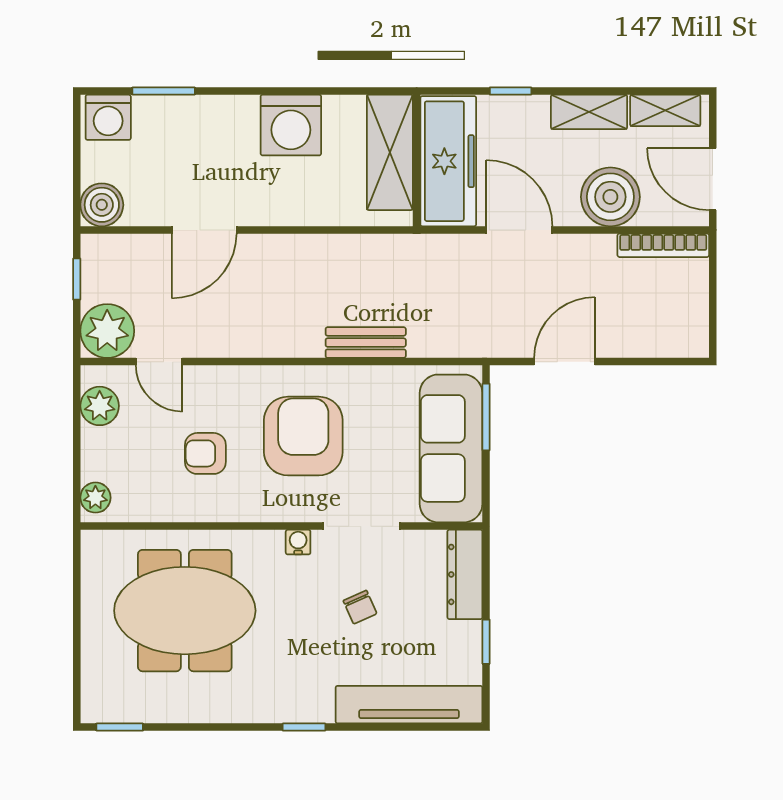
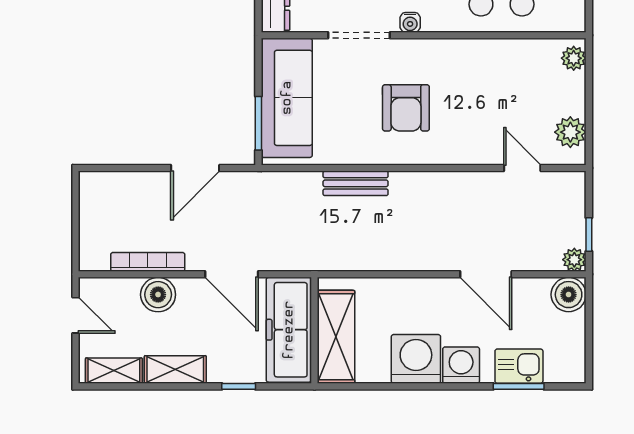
kitchen sink: (163, 116) -> (519, 366), added
washing machine: (108, 117) -> (461, 365), moved
door: (713, 179) -> (75, 315), width x0.73
boiler: (610, 197) -> (158, 295), width x0.73, depth x0.73
door: (204, 230) -> (486, 274), swing flipped
bookcase: (663, 245) -> (148, 262), moved
plant: (107, 331) -> (574, 260), moved, width x0.53, depth x0.53
armchair: (303, 436) -> (406, 108), width x0.73, depth x0.73
armchair: (205, 453) -> (485, 94), removed

